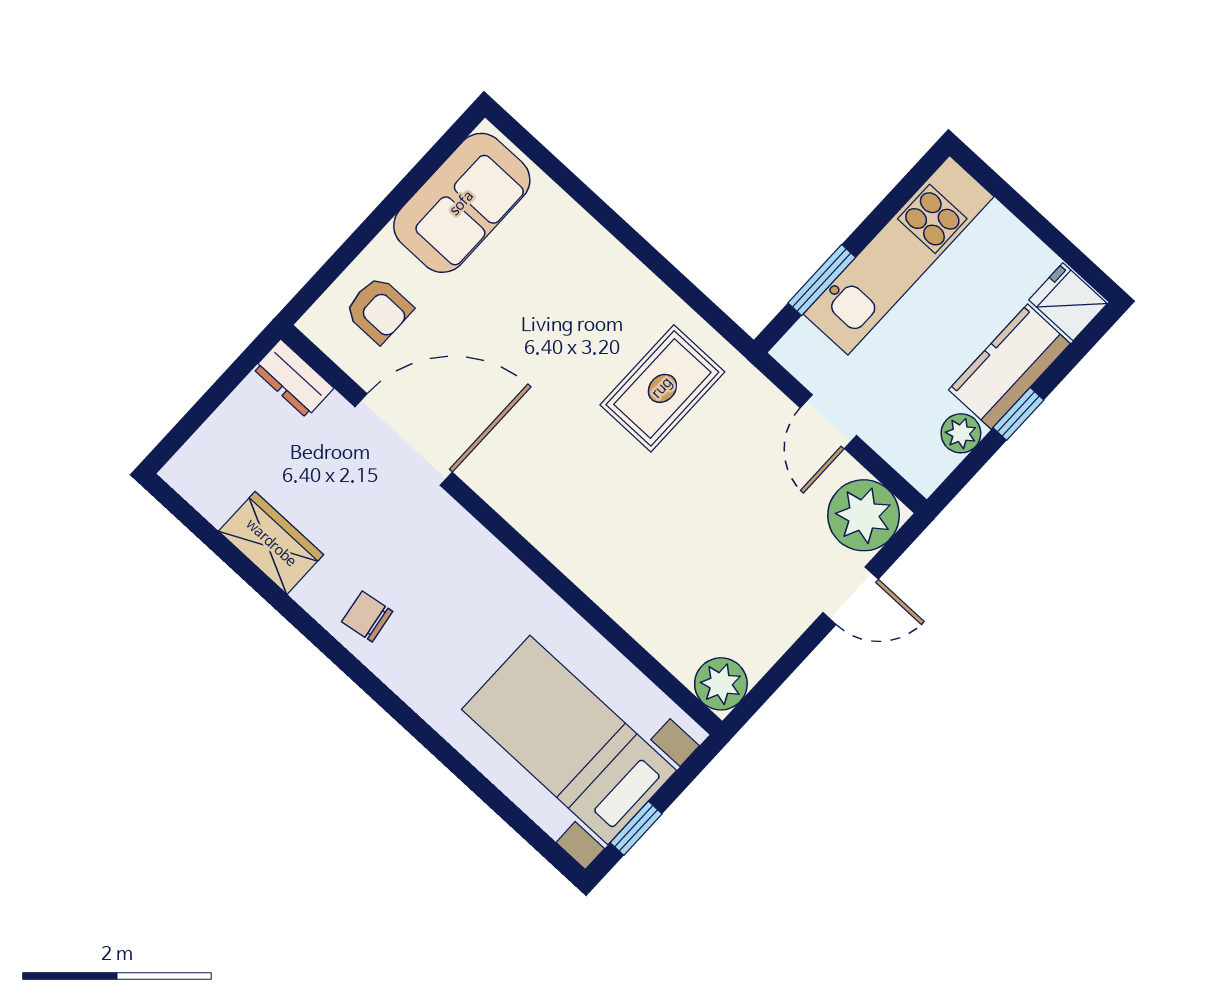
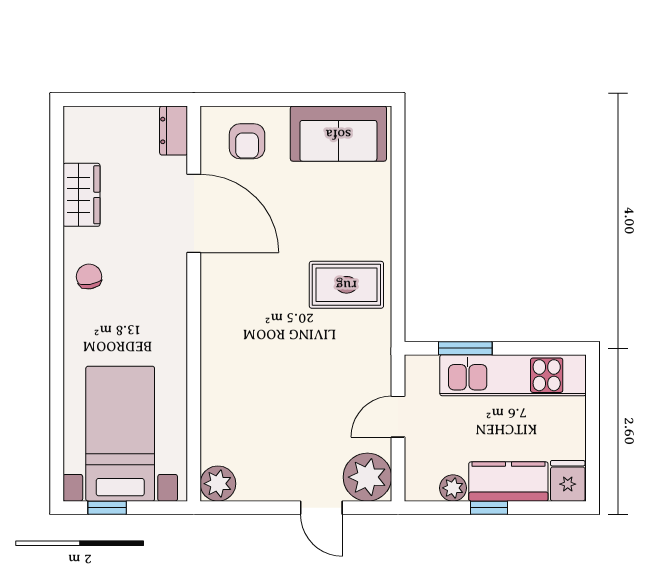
rug: (662, 388) -> (346, 285), moved

